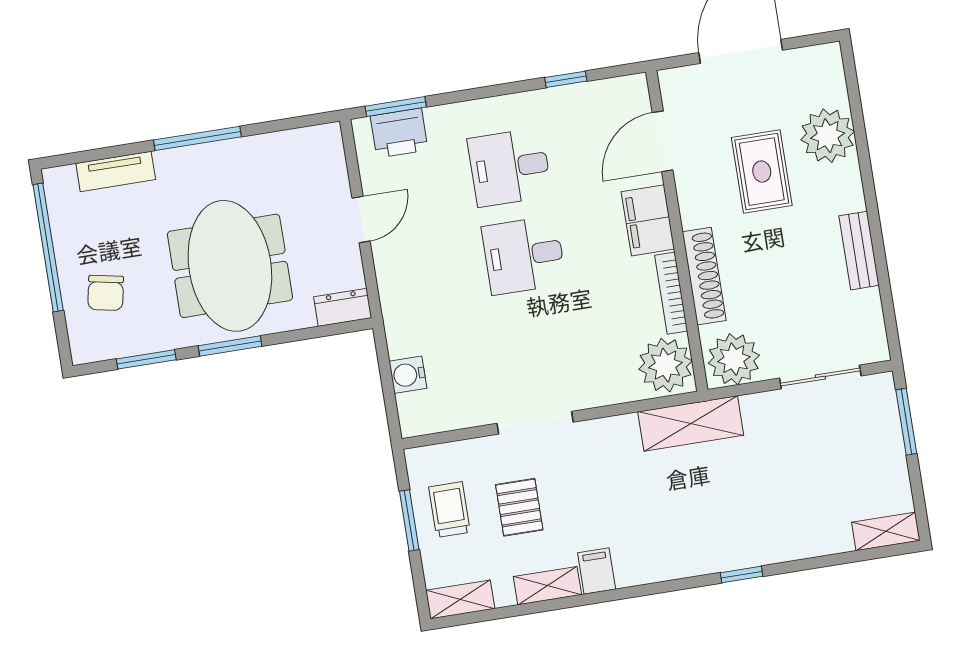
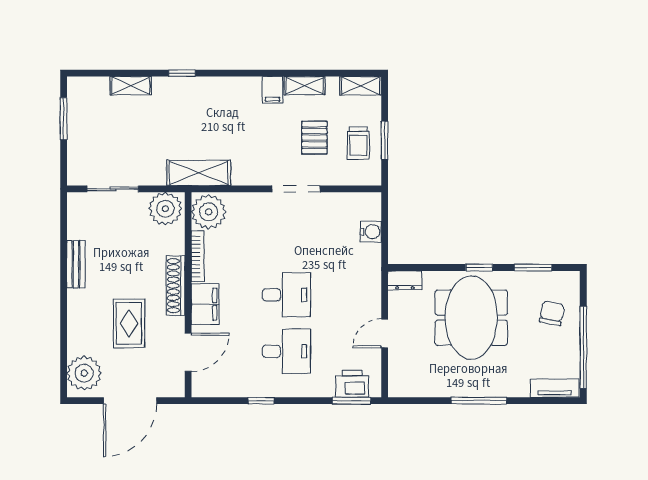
window: (566, 79) -> (261, 401), moved
plant: (828, 136) -> (84, 373), moved
tv unit: (116, 171) -> (555, 388), moved
shoe rack: (704, 276) -> (175, 286), moved
window: (230, 346) -> (479, 268), width x0.67
window: (906, 422) -> (64, 119), moved
shelving: (886, 531) -> (131, 86), moved

